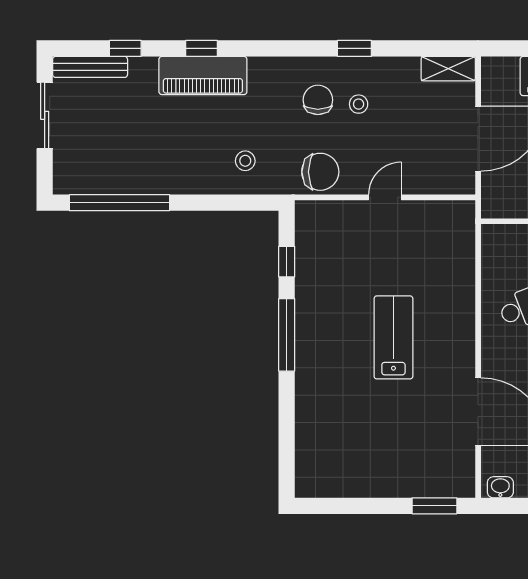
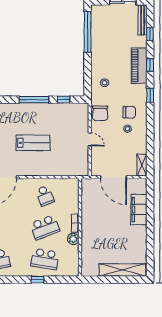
window: (354, 48) -> (150, 95), moved

